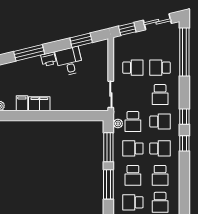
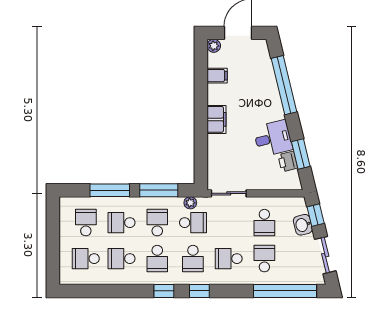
washbasin: (135, 39) -> (303, 225), added
window: (29, 53) -> (284, 85), width x1.46
printer: (49, 59) -> (288, 161), moved
filing cabinet: (39, 104) -> (217, 119), moved
school desk: (133, 122) -> (193, 223), turned 180

